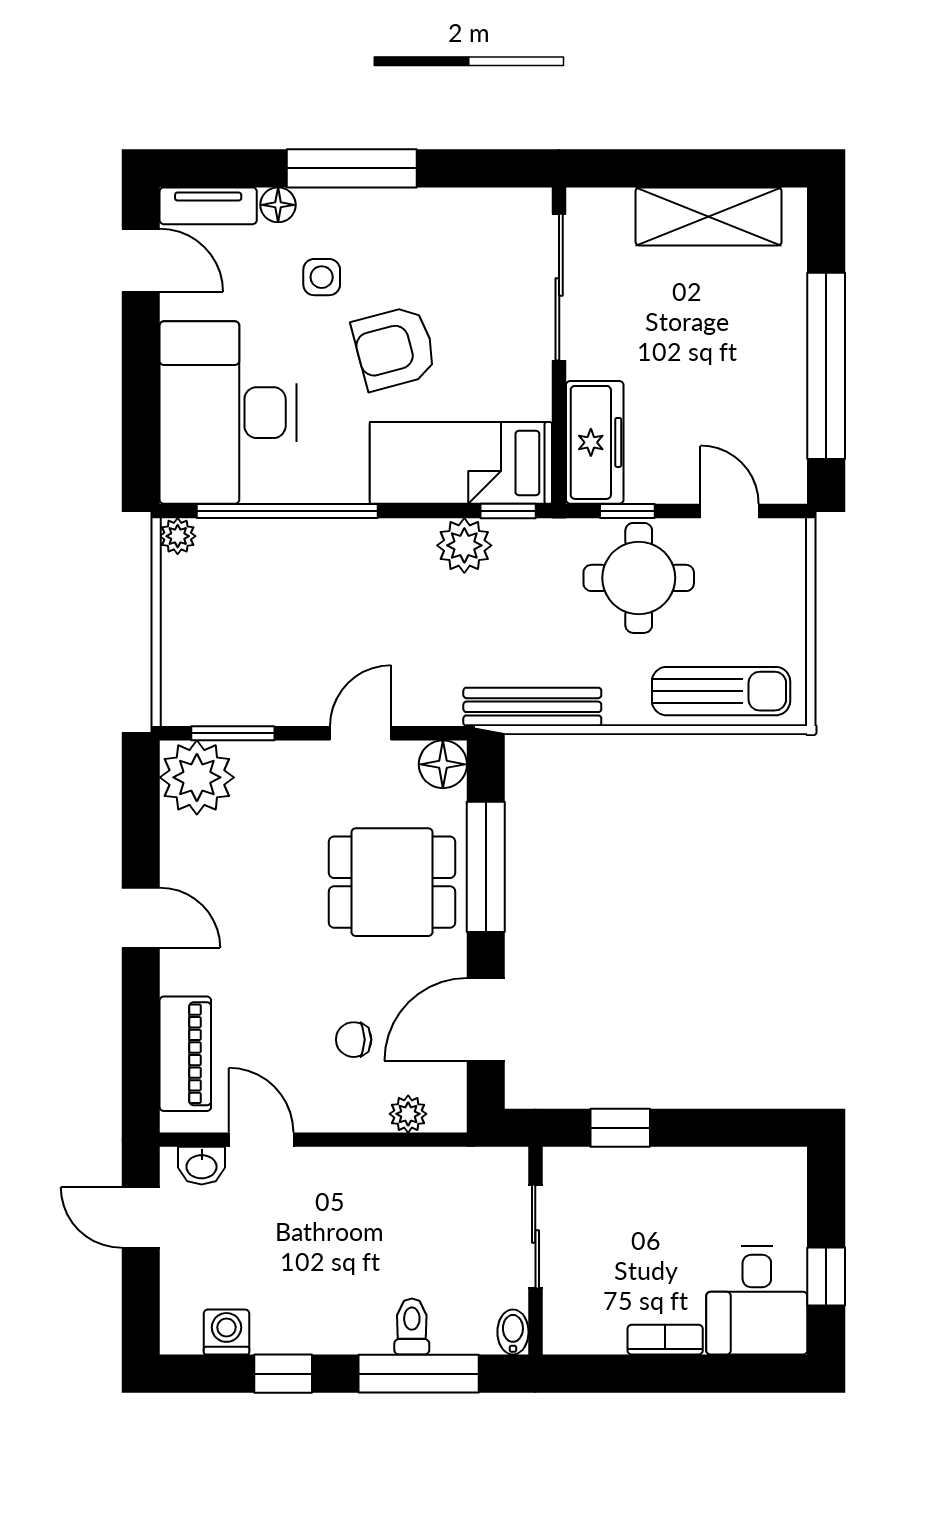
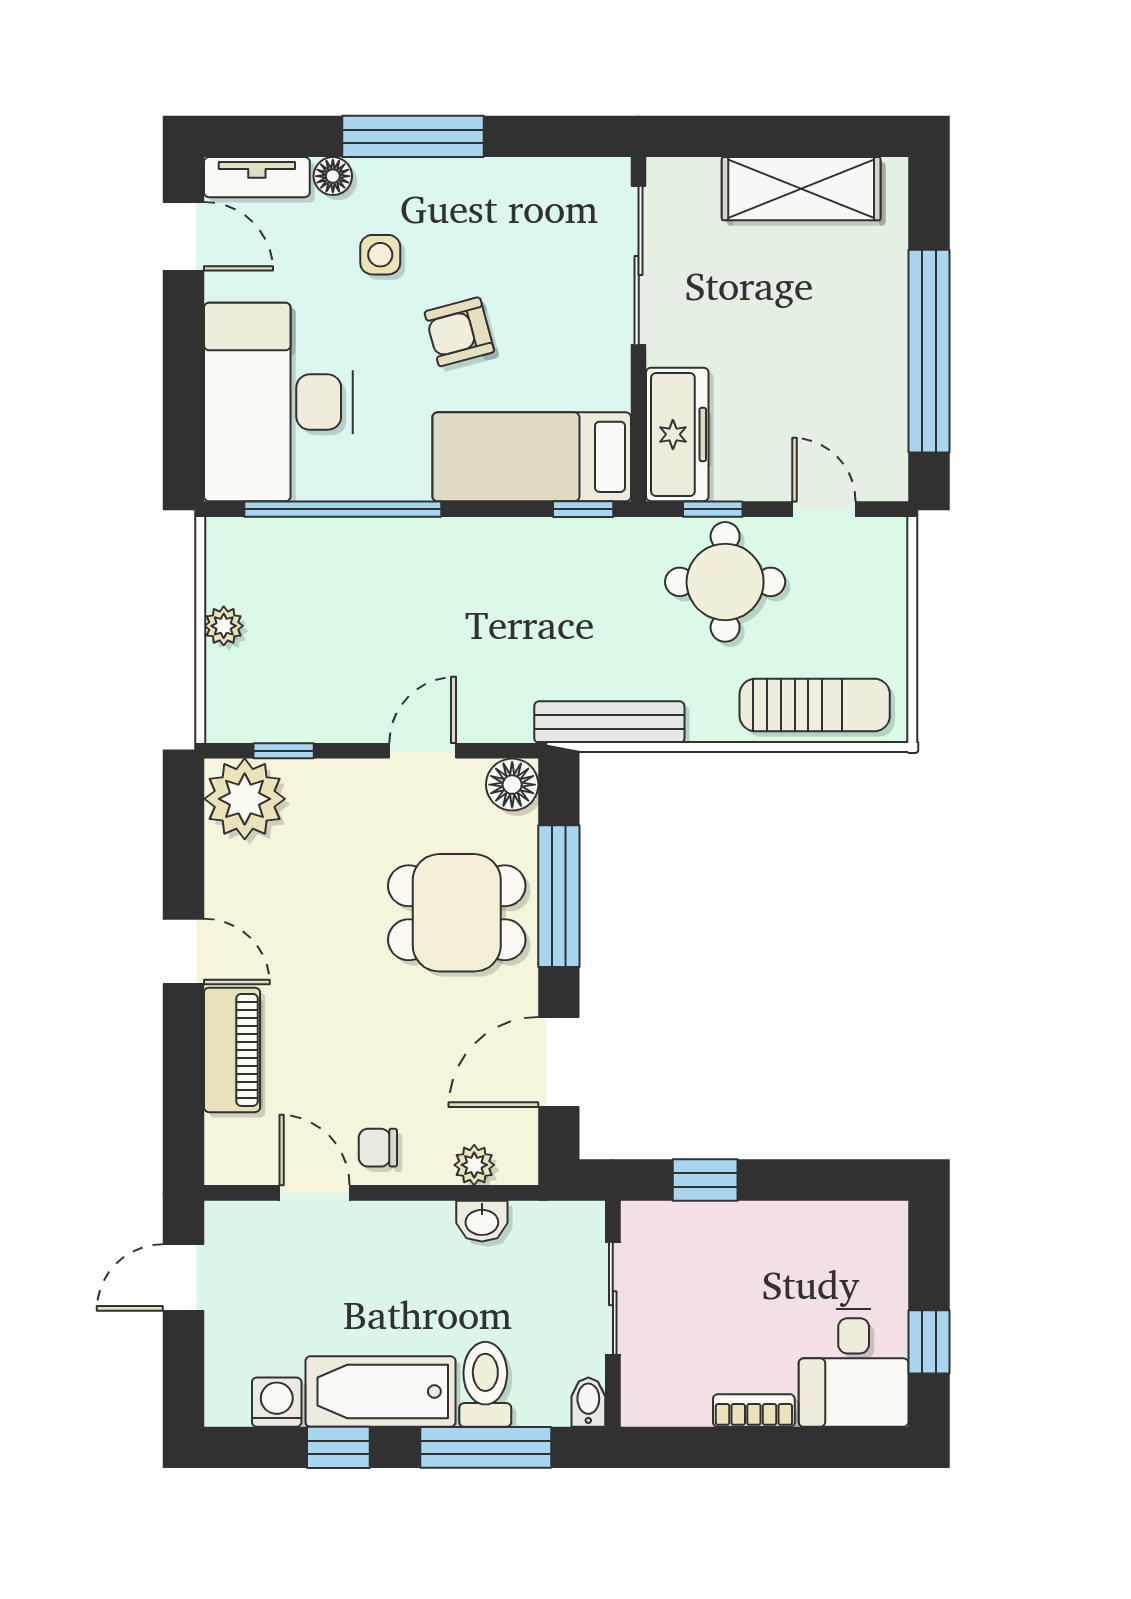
armchair: (394, 348) -> (459, 332), width x0.72, depth x0.72
plant: (178, 536) -> (224, 626), moved
plant: (464, 545) -> (535, 547), removed
window: (233, 733) -> (284, 751), width x0.67
chair: (354, 1040) -> (378, 1148), moved
piano: (185, 1054) -> (232, 1050), moved
washbasin: (202, 1166) -> (482, 1221), moved
door: (141, 1217) -> (184, 1277), hinge flipped
bathtub: (322, 1322) -> (380, 1392), added
toilet: (412, 1326) -> (485, 1384), width x1.37, depth x1.39

